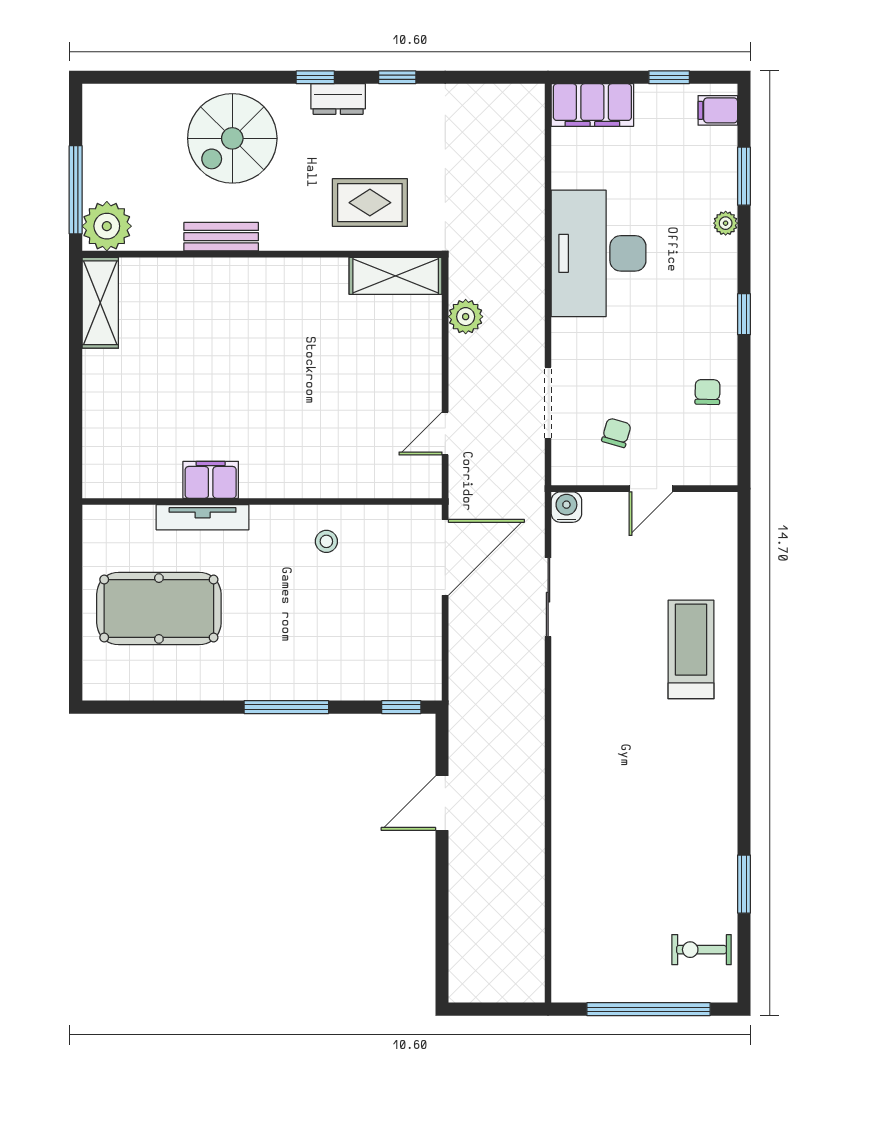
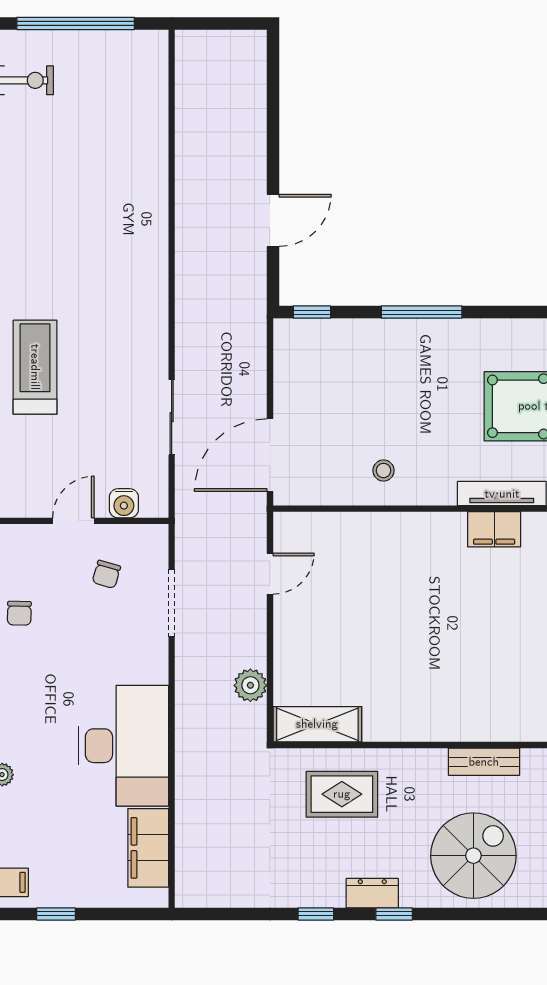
filing cabinet: (592, 105) -> (148, 848), moved, turned -90
water cooler: (566, 507) -> (124, 503), moved
treadmill: (691, 649) -> (35, 367), turned 180

